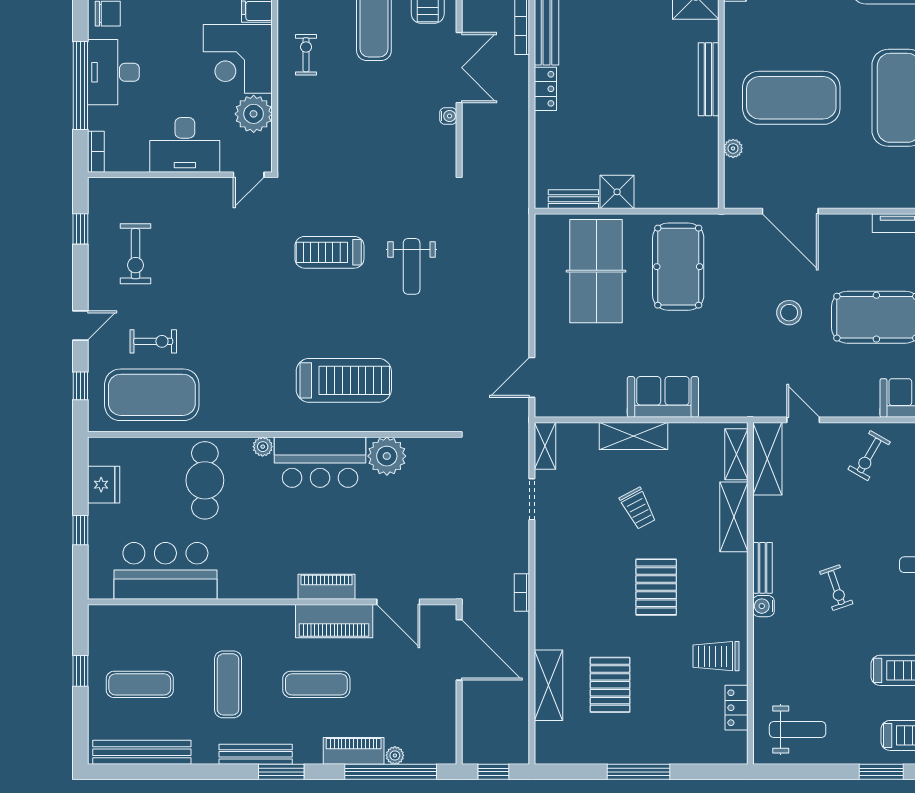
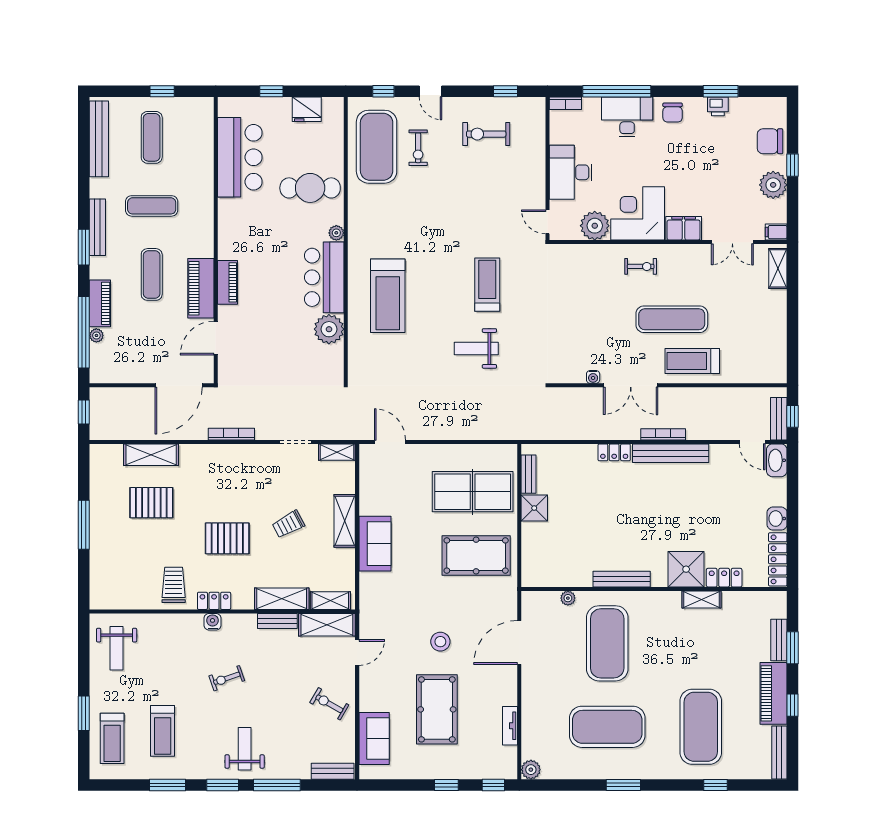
bench: (762, 568) -> (277, 621), moved
bookcase: (522, 593) -> (231, 434), width x1.56
locker: (737, 708) -> (214, 601), moved

